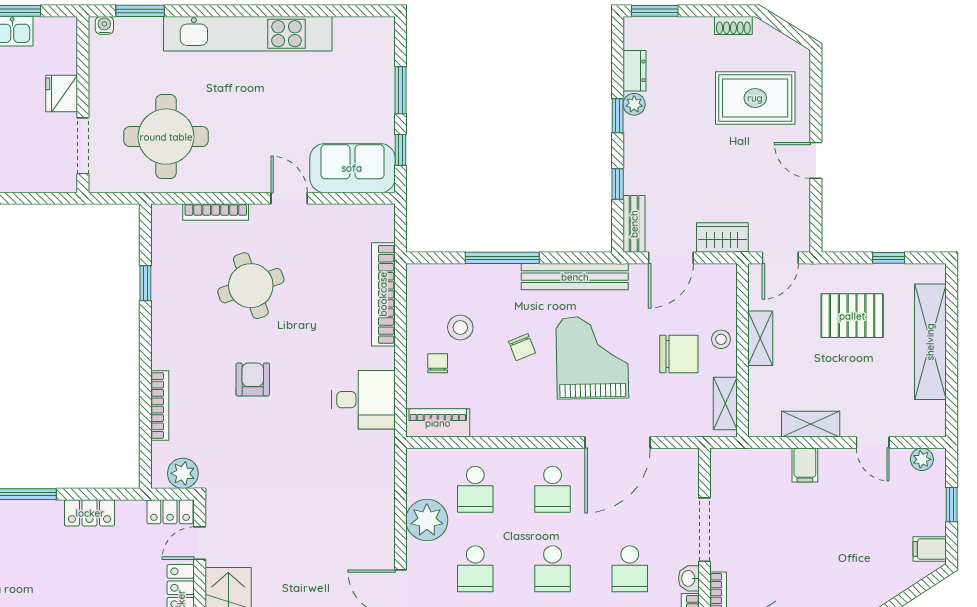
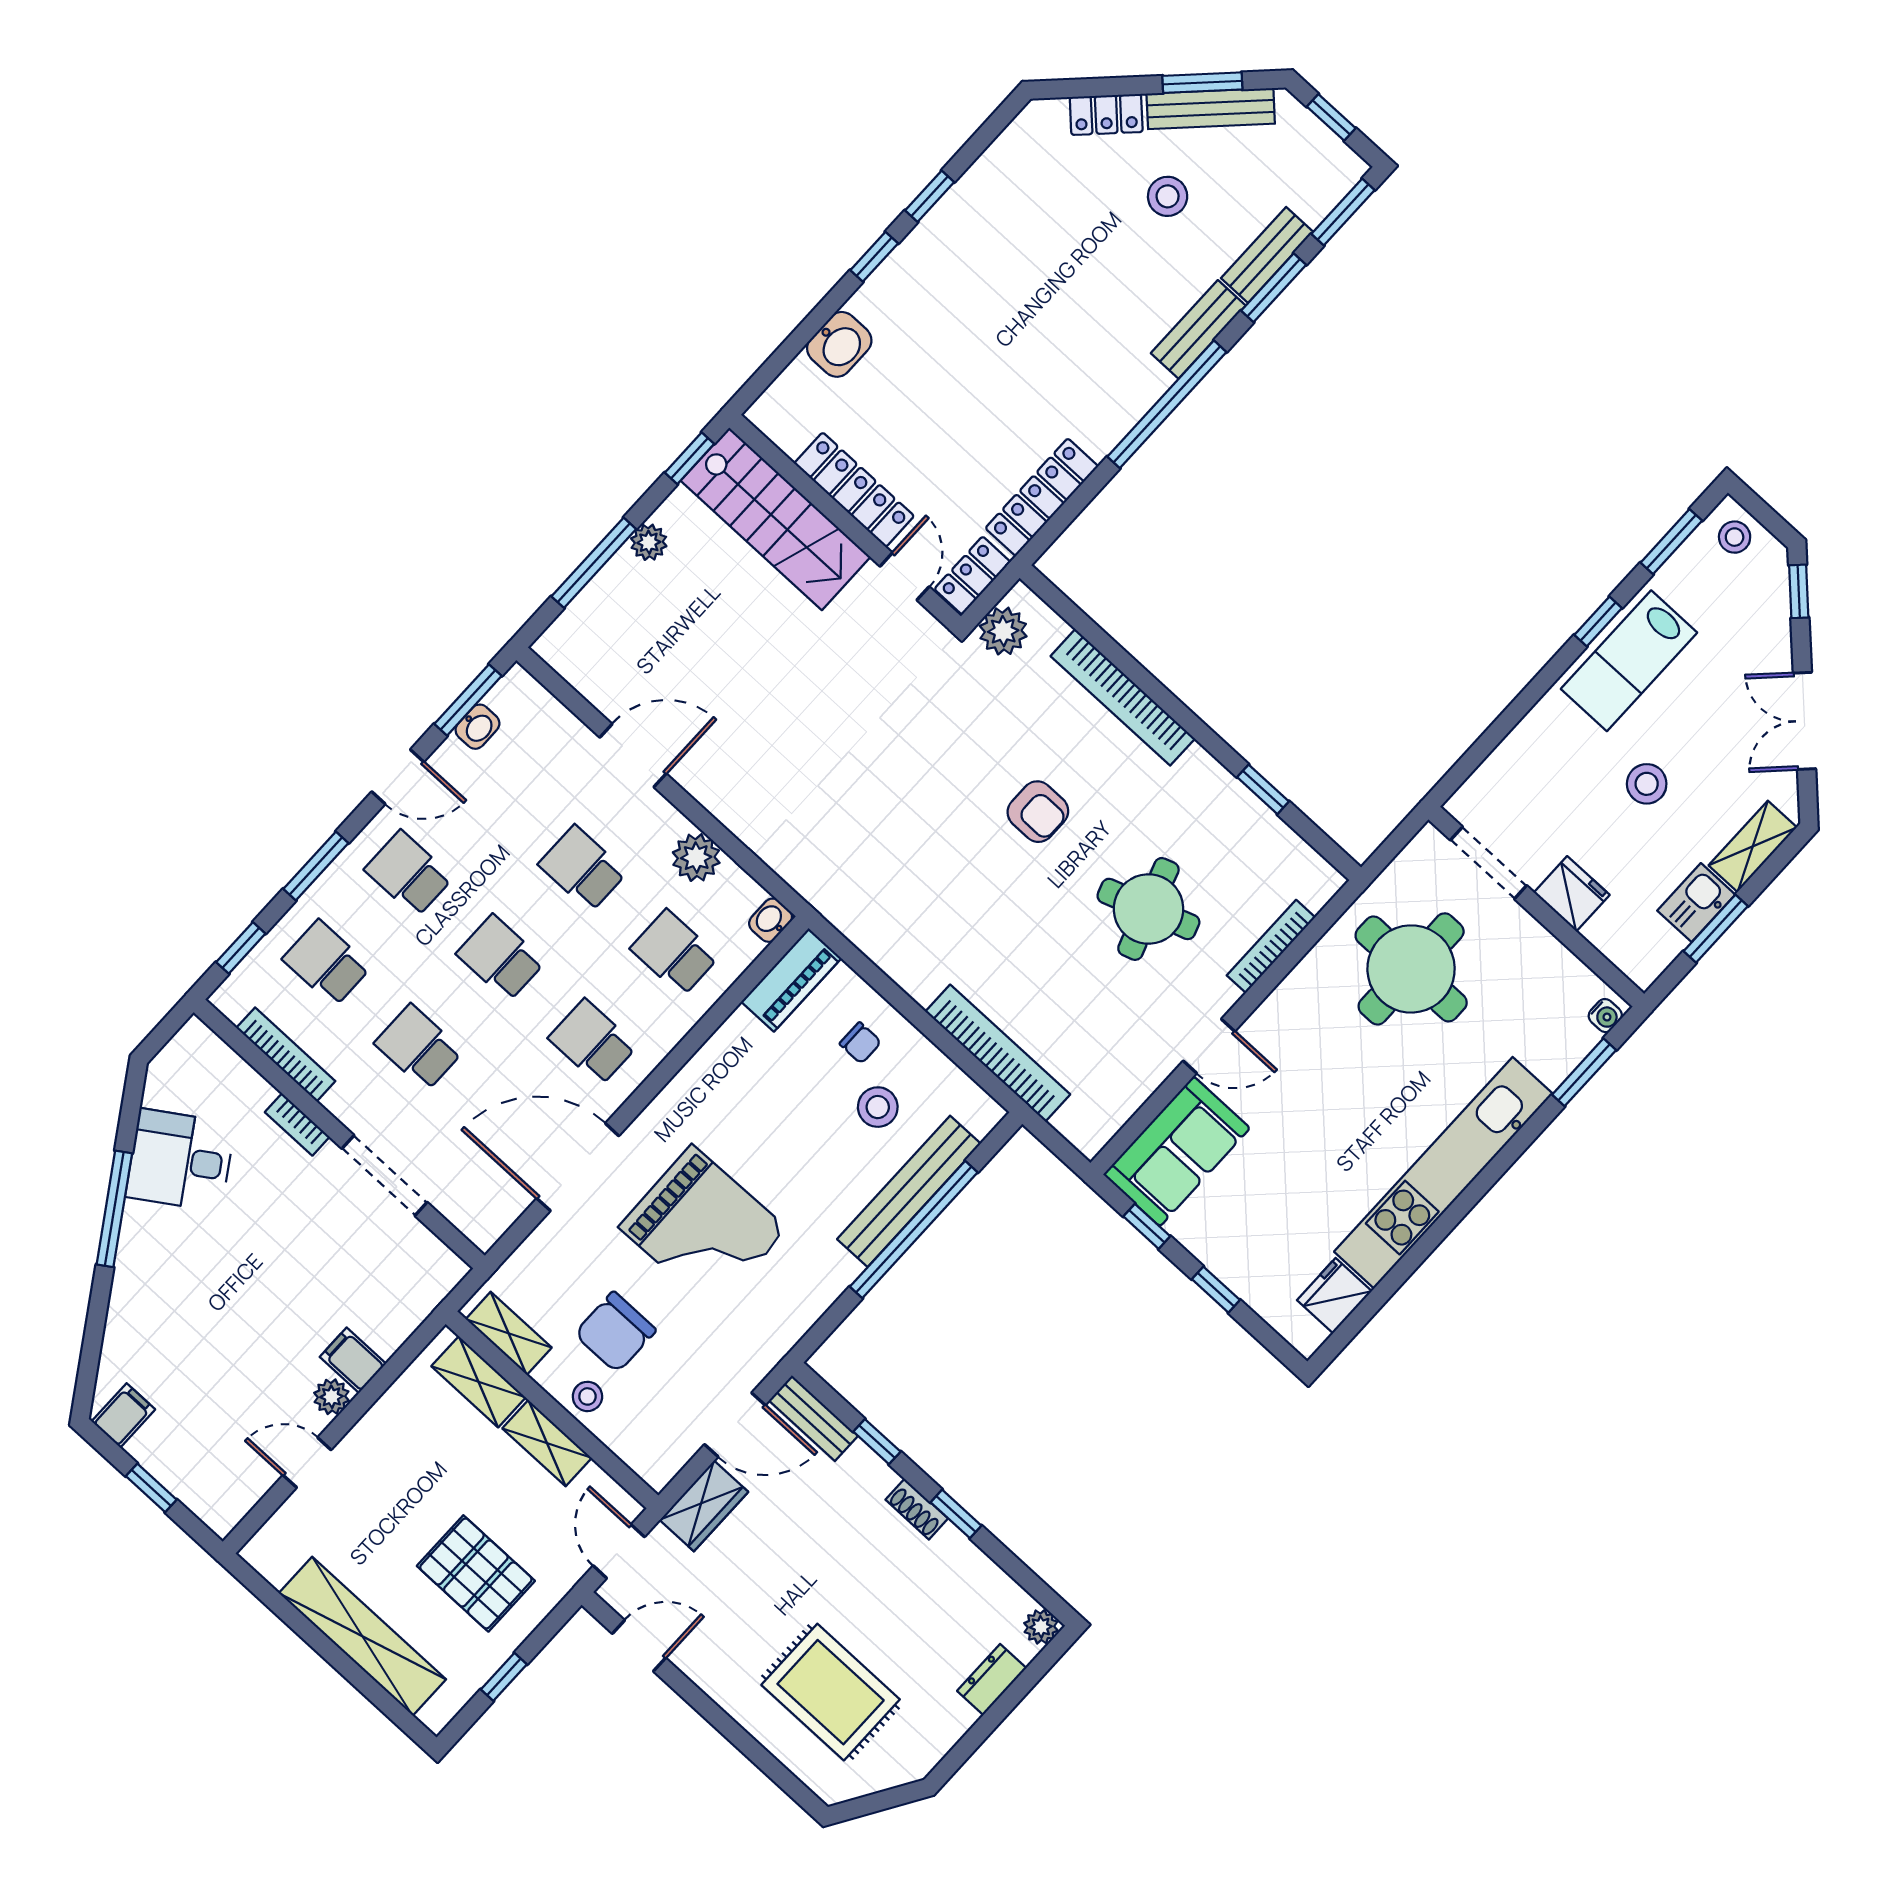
window: (655, 11) -> (1038, 1668), removed
shoe rack: (733, 25) -> (917, 1509), moved, turned -90
fridge: (352, 32) -> (1334, 1296), added
dresser: (635, 71) -> (992, 1679), moved, turned 90
window: (401, 90) -> (1216, 1290), width x0.67
rug: (755, 98) -> (831, 1692), turned 90
plant: (634, 104) -> (1041, 1627), moved
door: (816, 160) -> (639, 1646), moved
window: (502, 258) -> (914, 1229), width x1.46
door: (671, 258) -> (735, 1425), swing flipped
bench: (575, 277) -> (909, 1191), moved
pallet: (852, 316) -> (476, 1573), turned 90
chair: (522, 347) -> (790, 1158), removed
desk: (363, 400) -> (897, 918), removed
bookcase: (160, 405) -> (1123, 697), width x1.48, depth x1.31
shelving: (811, 424) -> (479, 1382), moved, turned 90
door: (617, 443) -> (578, 1167), hinge flipped
plant: (922, 459) -> (332, 1397), moved
locker: (90, 513) -> (1042, 497), width x1.53
plant: (427, 520) -> (696, 858), width x0.73, depth x0.73
washbasin: (689, 578) -> (771, 920), moved, turned -90

